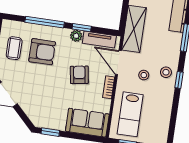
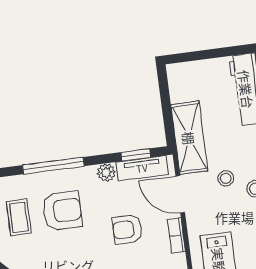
window: (82, 28) -> (136, 155), moved
armchair: (79, 75) -> (127, 229), turned -81
stool: (144, 75) -> (226, 178), moved

